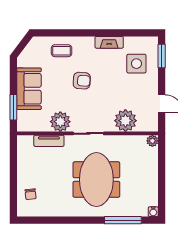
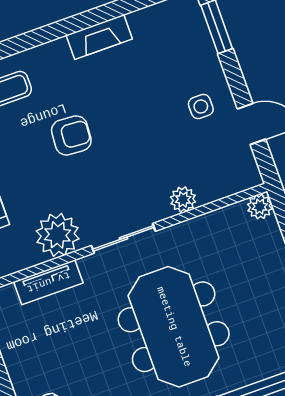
side table: (136, 64) -> (201, 106), moved, width x0.54, depth x0.54
plant: (125, 121) -> (183, 199), width x0.53, depth x0.53

